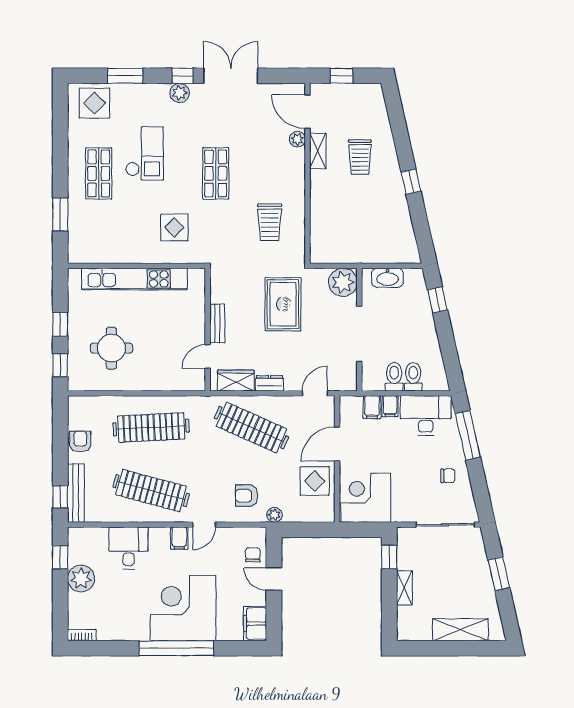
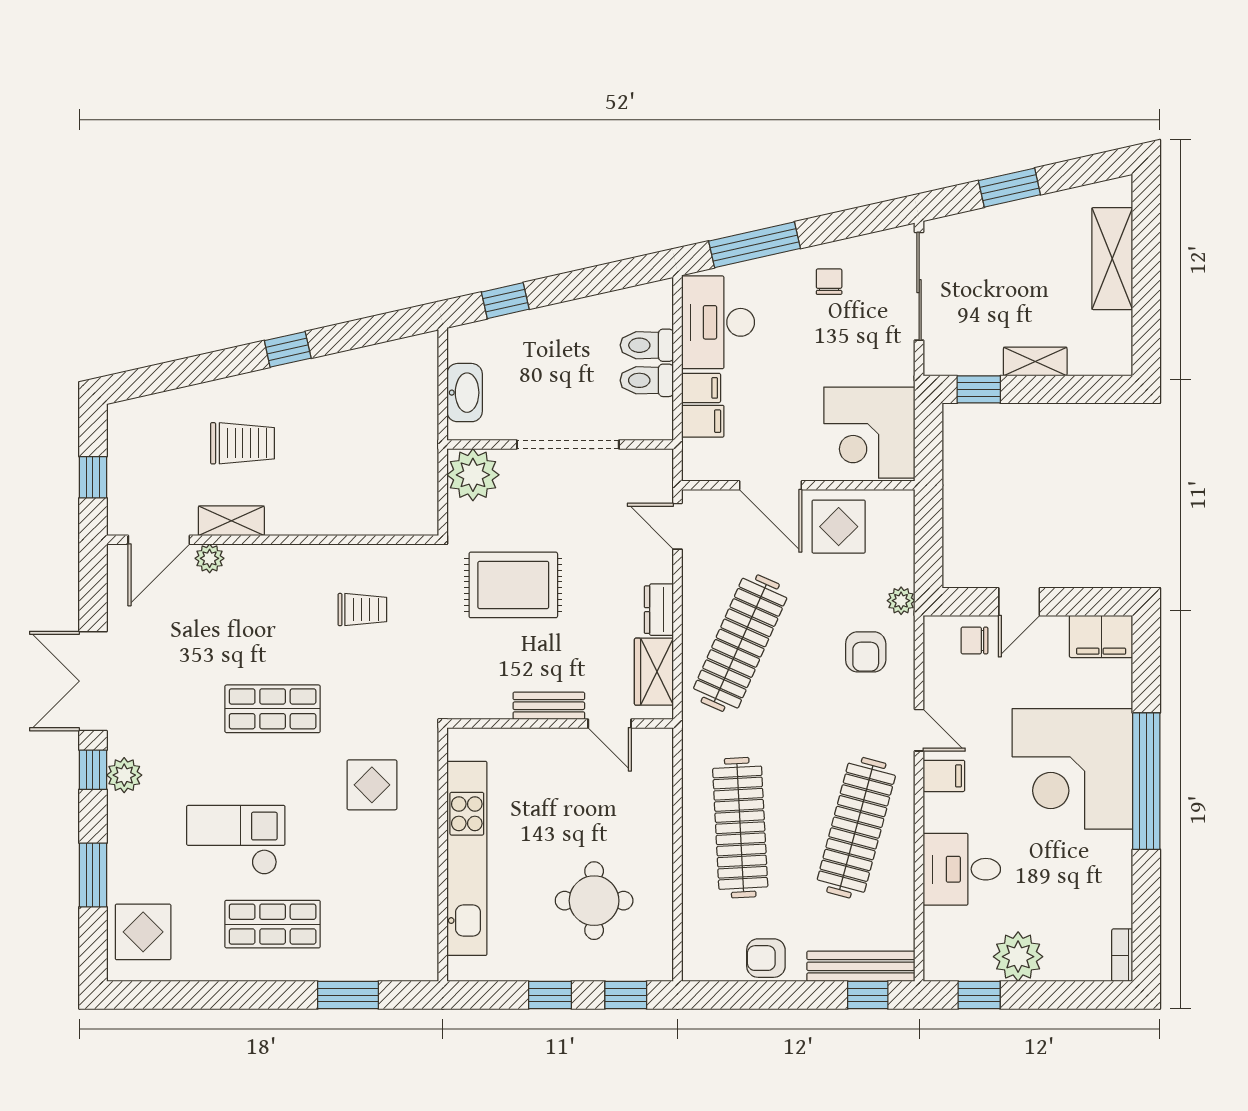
trolley: (270, 222) -> (362, 610), width x0.73, depth x0.72

